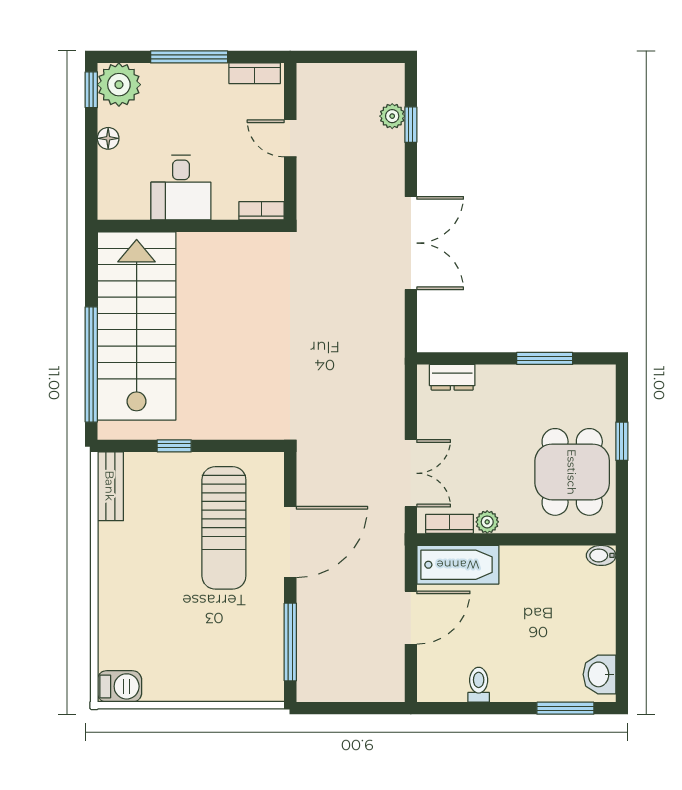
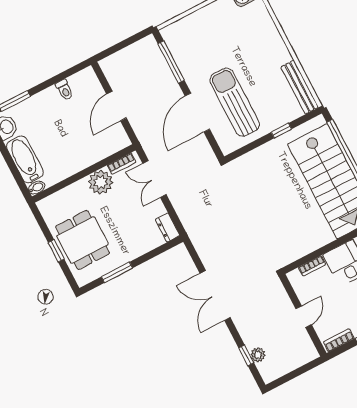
door: (290, 138) -> (304, 317), hinge flipped
bookcase: (262, 211) -> (312, 266), moved
dresser: (452, 377) -> (168, 228), moved, turned -90
dining table: (572, 472) -> (83, 240), moved
bench: (110, 486) -> (300, 87), width x1.36
plant: (487, 522) -> (101, 182), width x1.88, depth x1.88
bathtub: (458, 565) -> (25, 159), moved, turned 90

